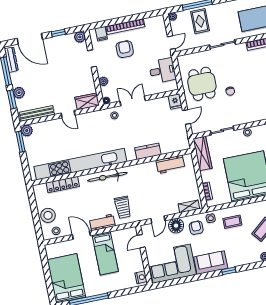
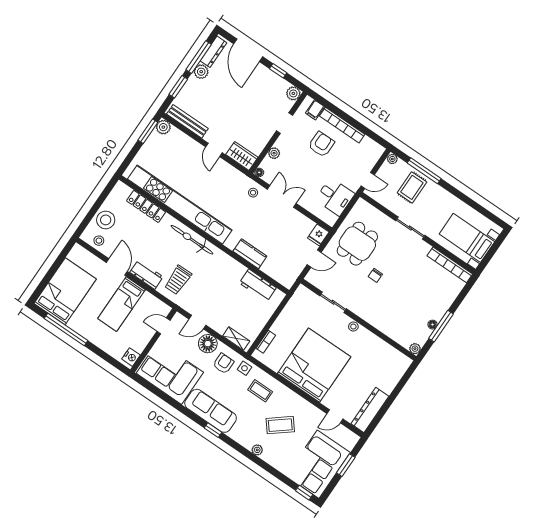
plant: (19, 93) -> (201, 72), moved
wardrobe: (203, 153) -> (295, 305), removed
sofa: (211, 263) -> (211, 411), width x1.36

